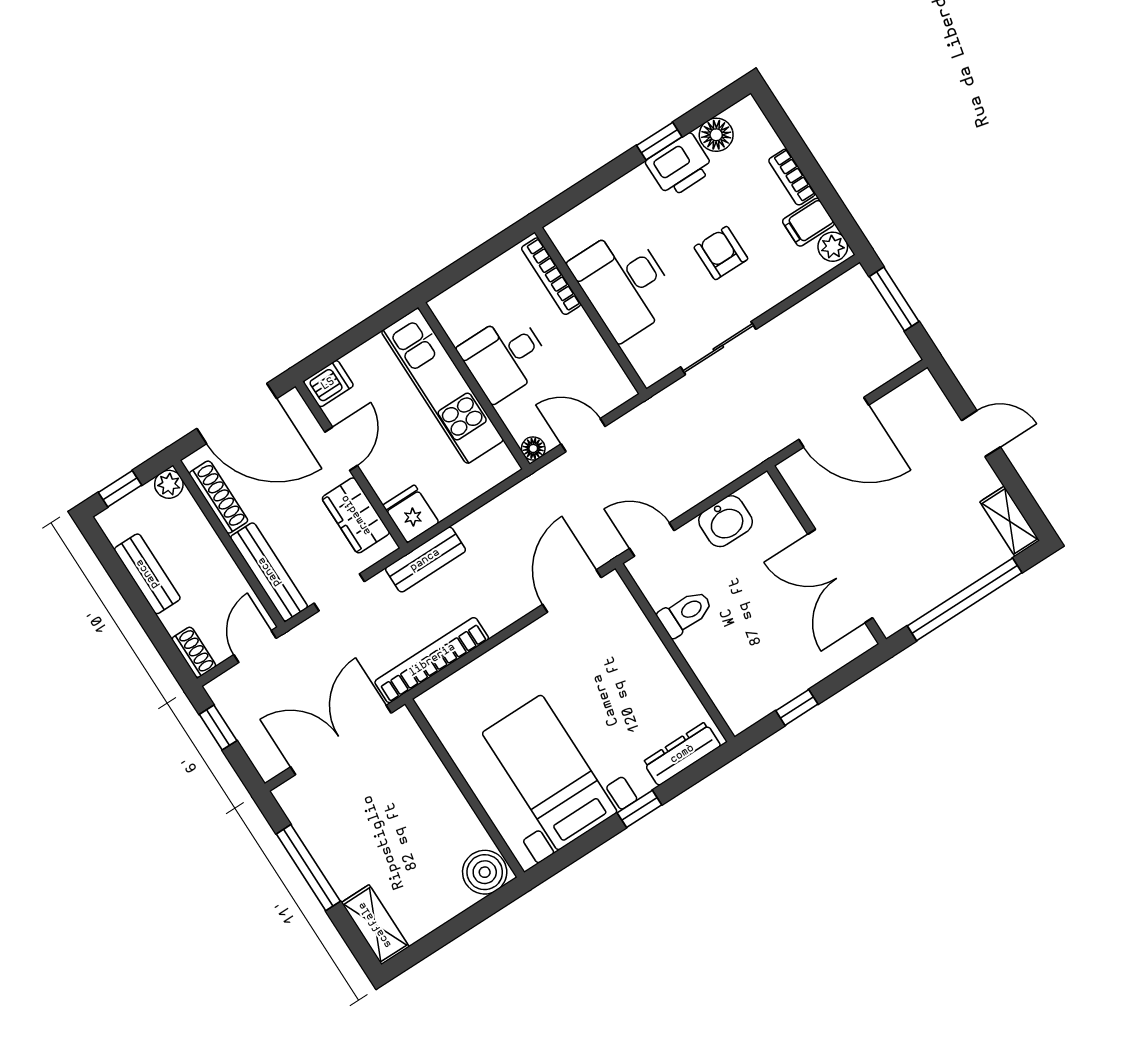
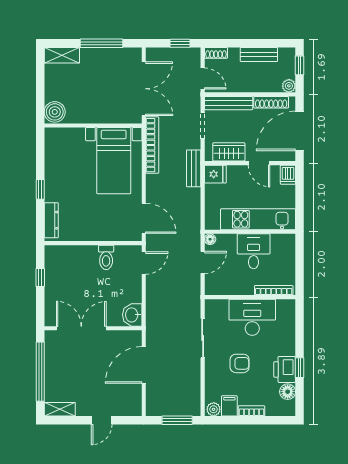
washbasin: (726, 521) -> (132, 315), moved
bed with nightstands: (550, 773) -> (114, 161), moved, turned 90

